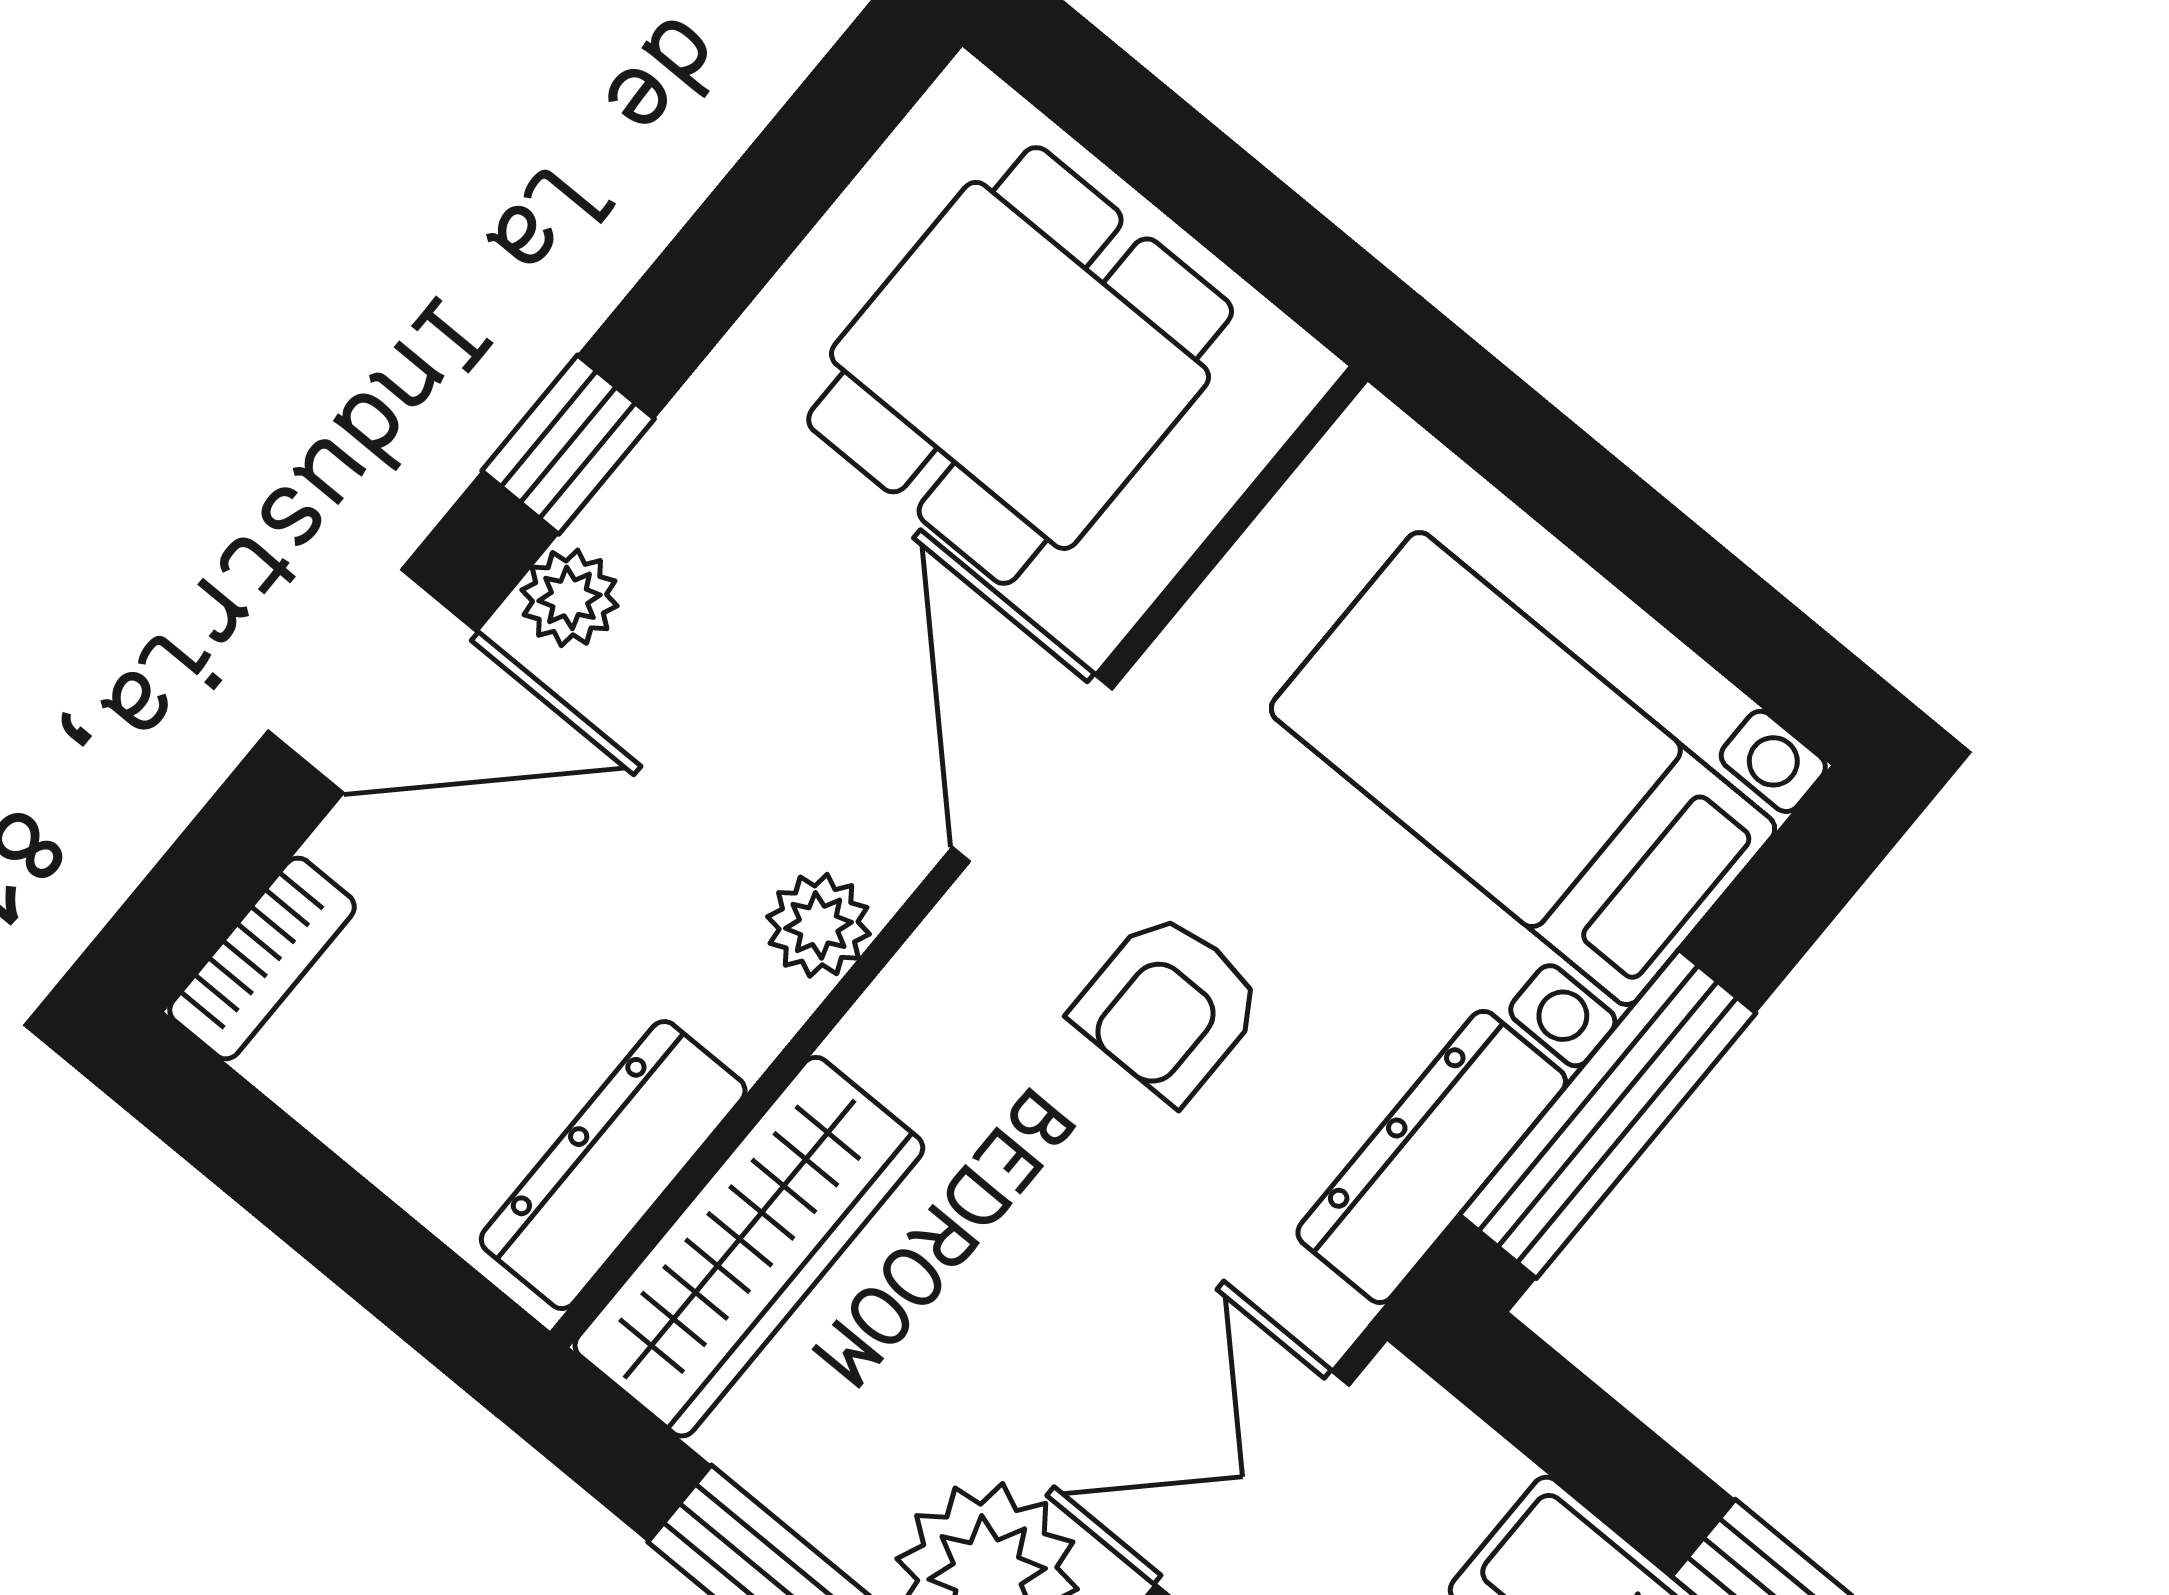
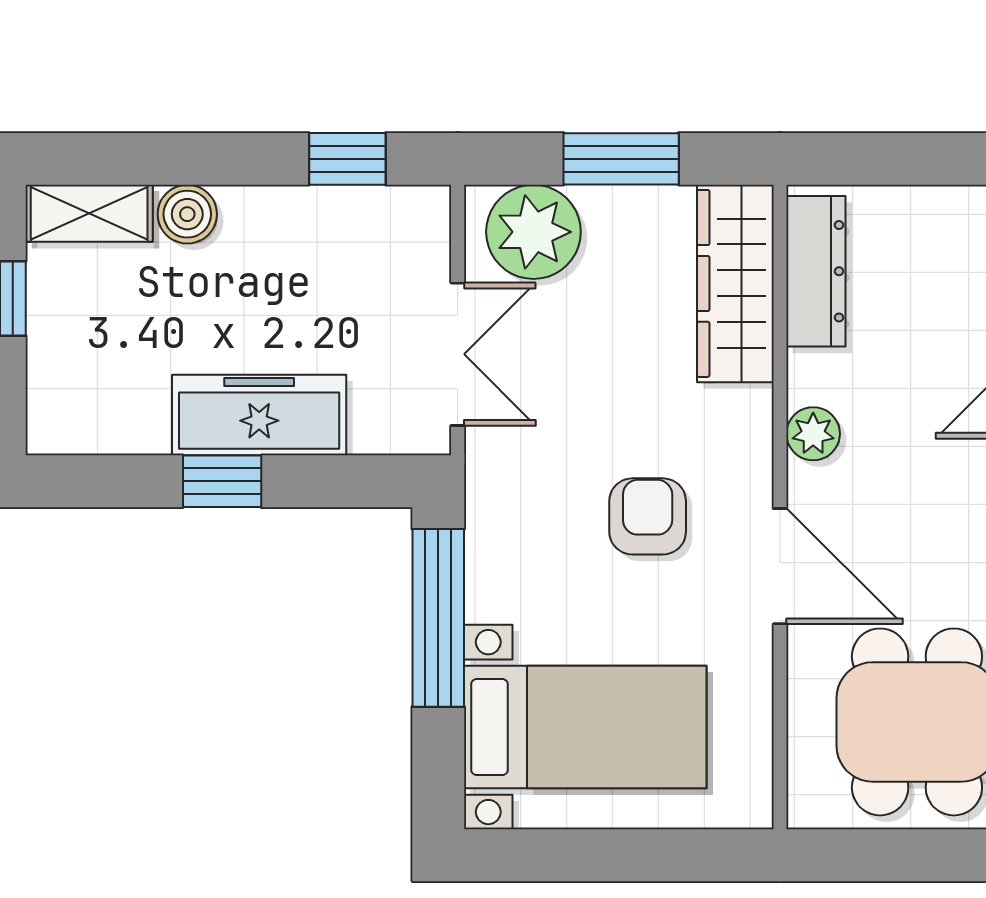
dresser: (1432, 1157) -> (494, 543), removed

